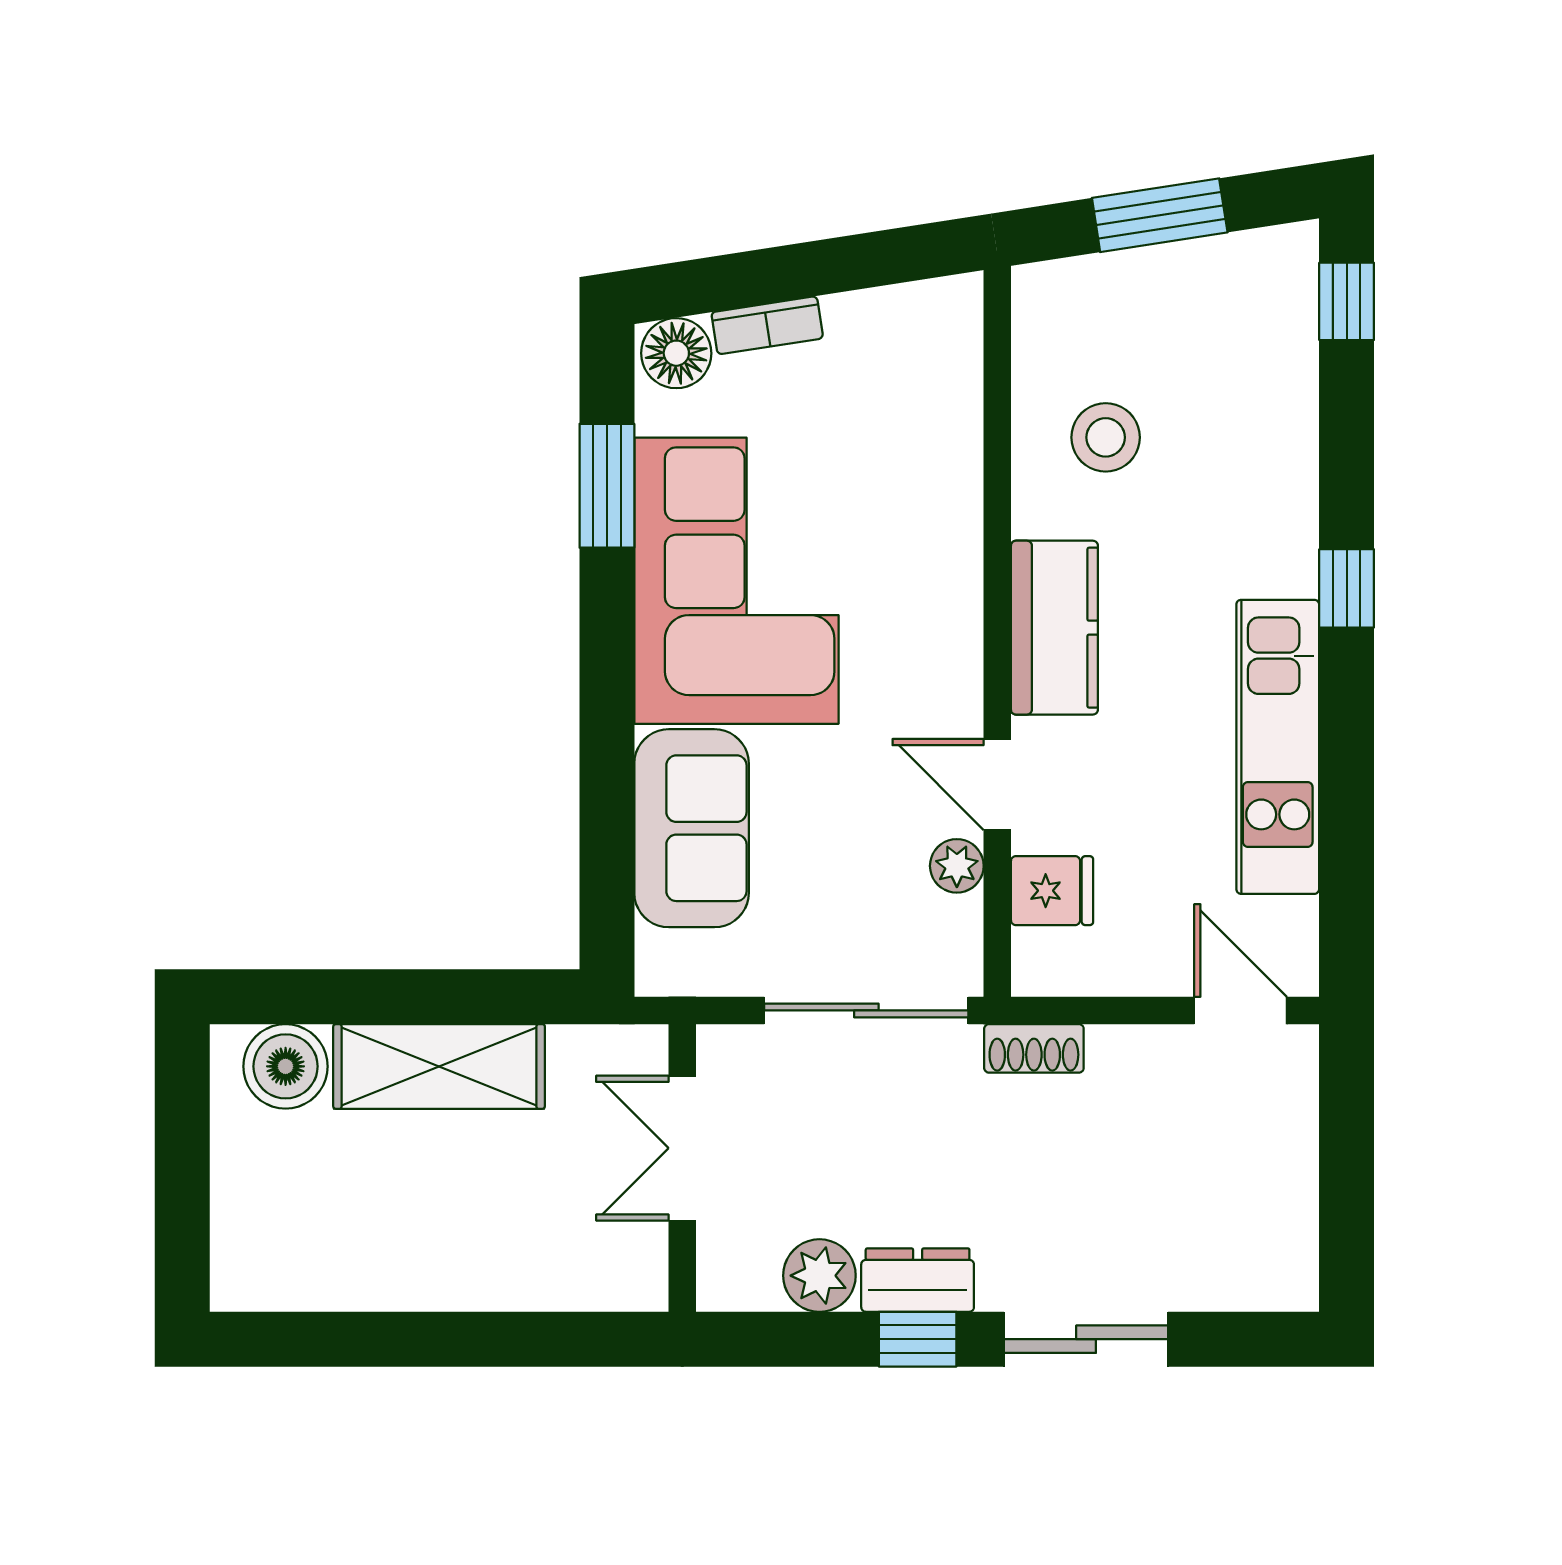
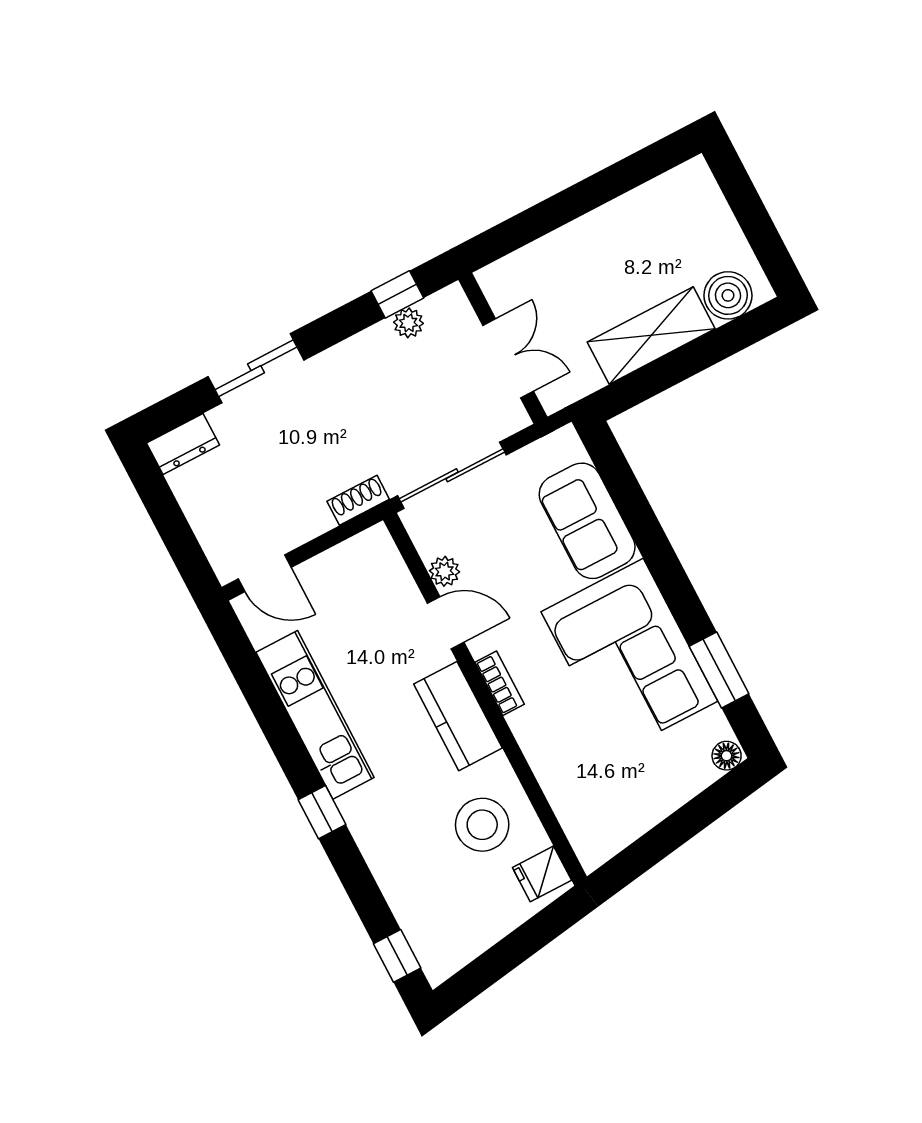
window: (1160, 215) -> (513, 950), removed
bookcase: (767, 325) -> (500, 683), moved, turned 99
floor lamp: (676, 353) -> (727, 756), width x0.73, depth x0.73
stool: (1106, 437) -> (482, 825), width x1.38, depth x1.38
fridge: (1052, 891) -> (542, 874), moved
plant: (819, 1276) -> (408, 323), width x0.73, depth x0.73
dresser: (918, 1280) -> (183, 444), moved
window: (918, 1339) -> (397, 294), moved

